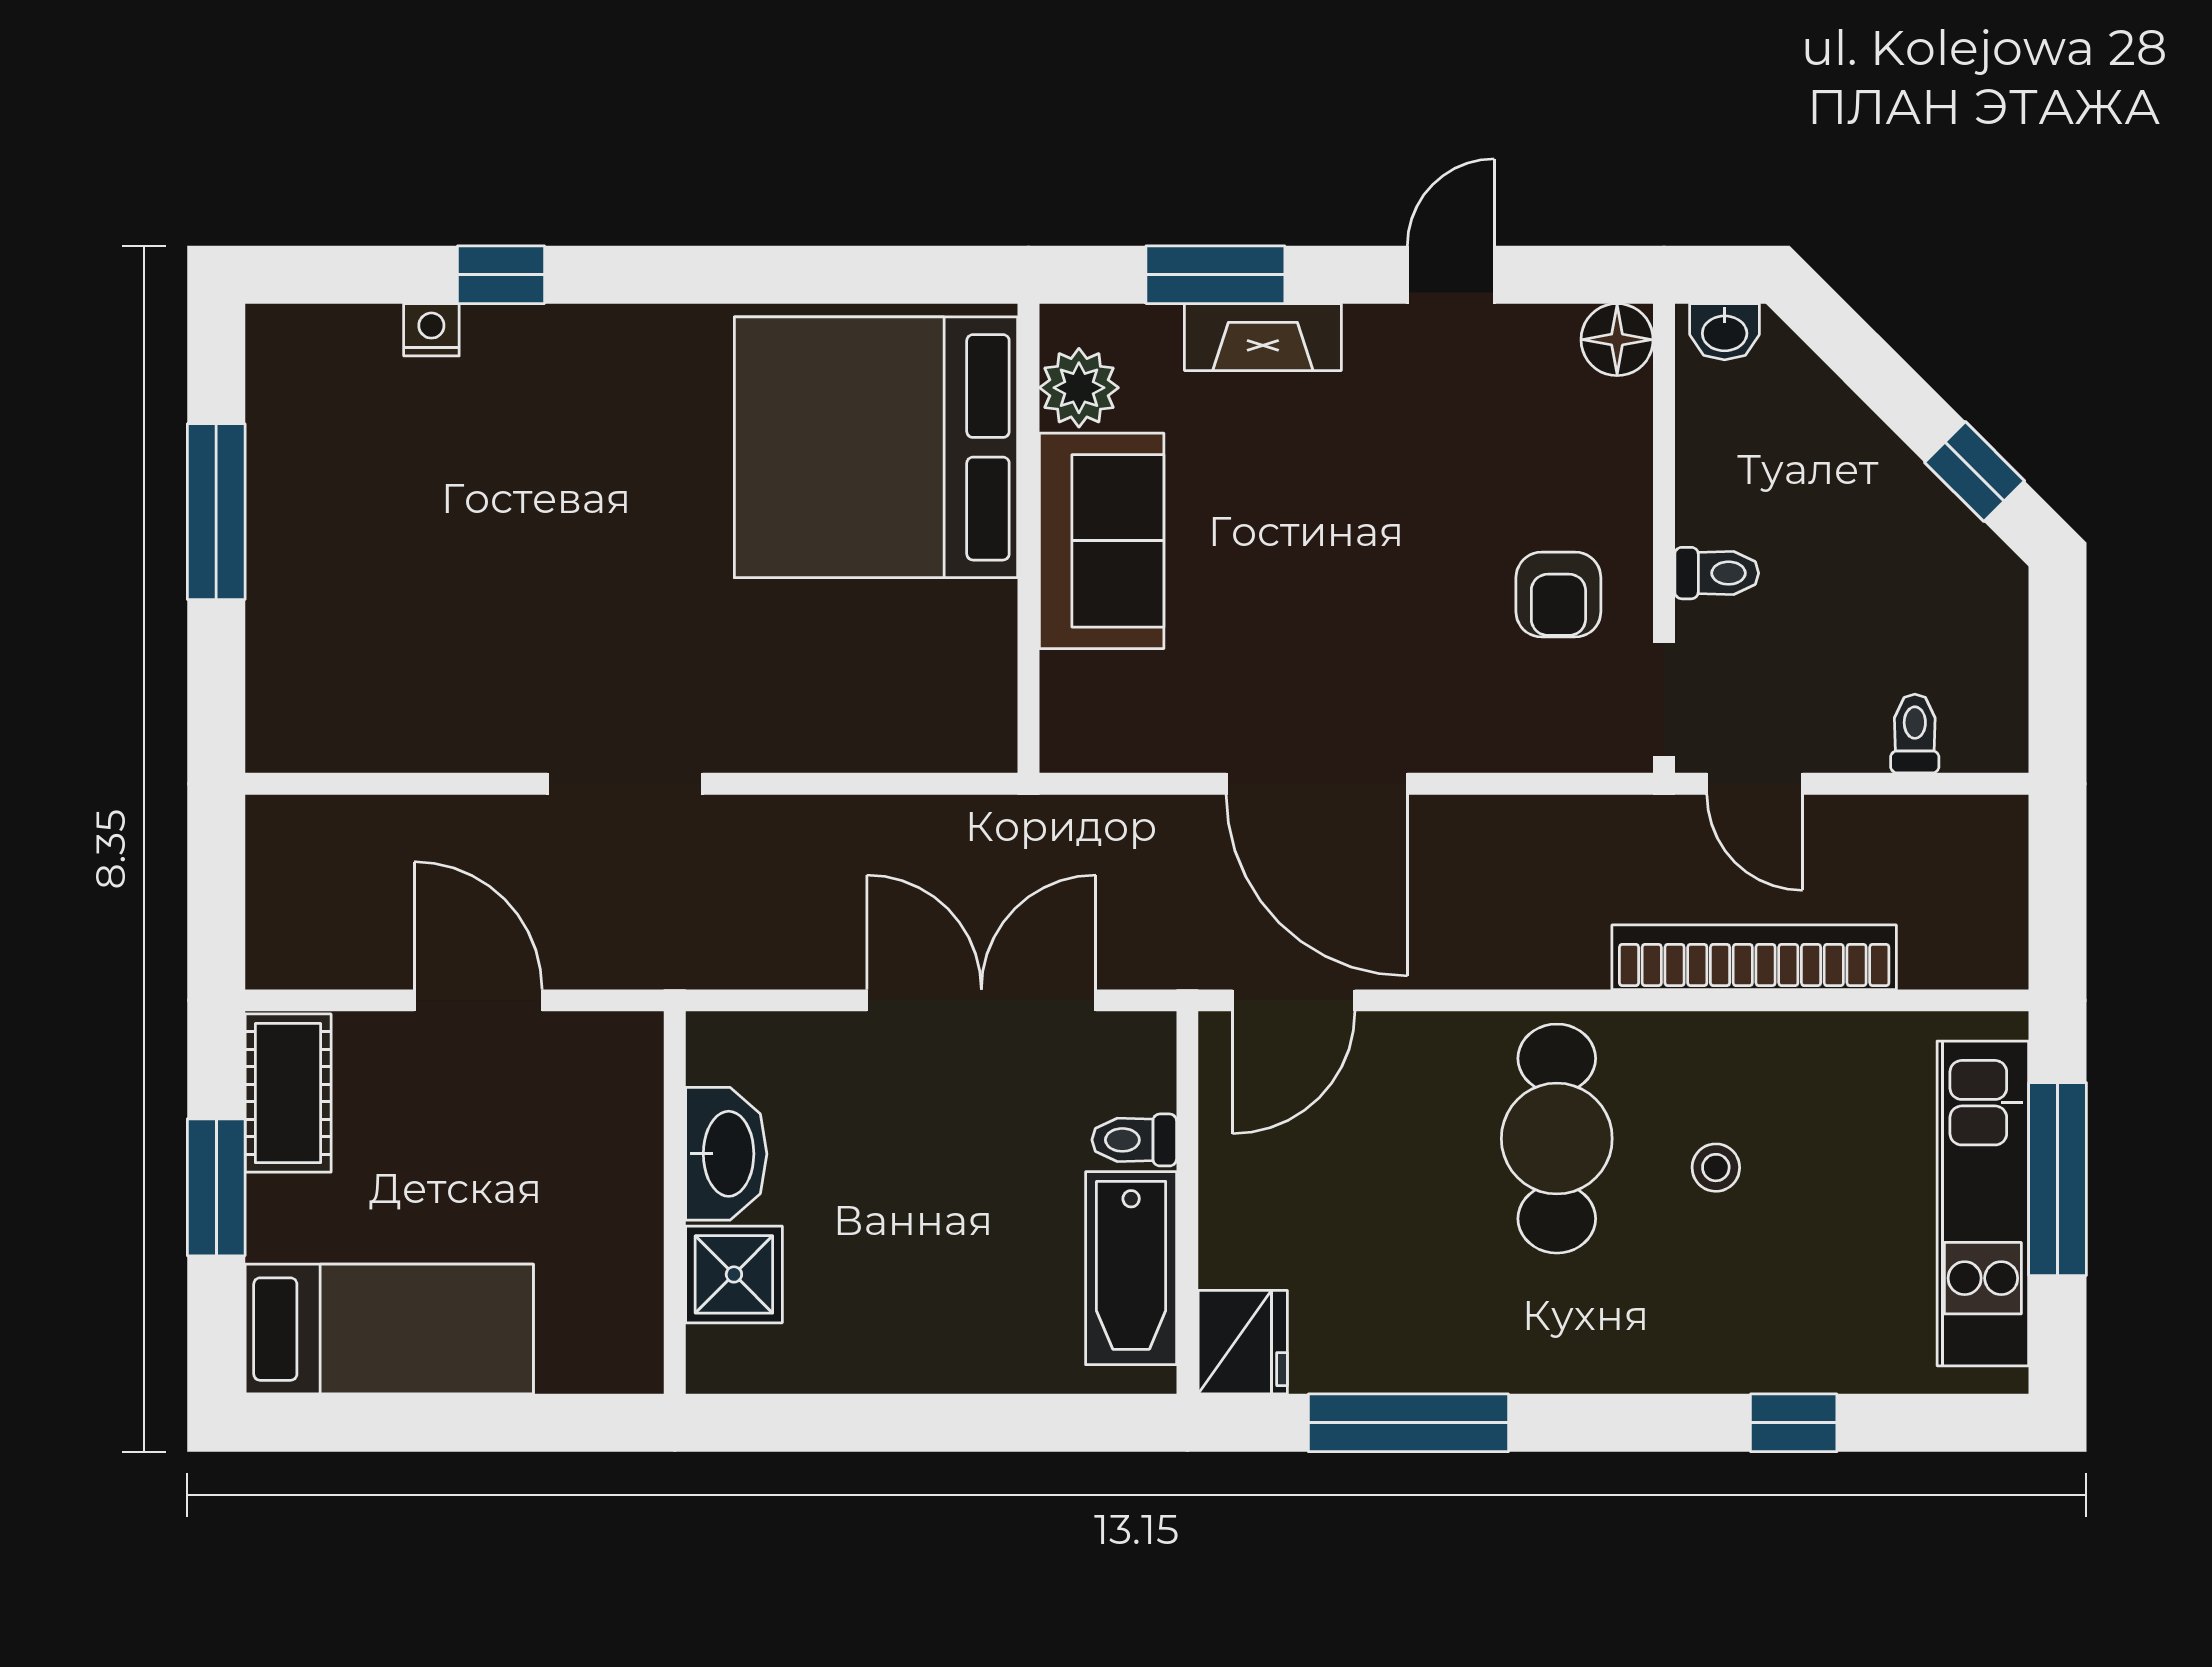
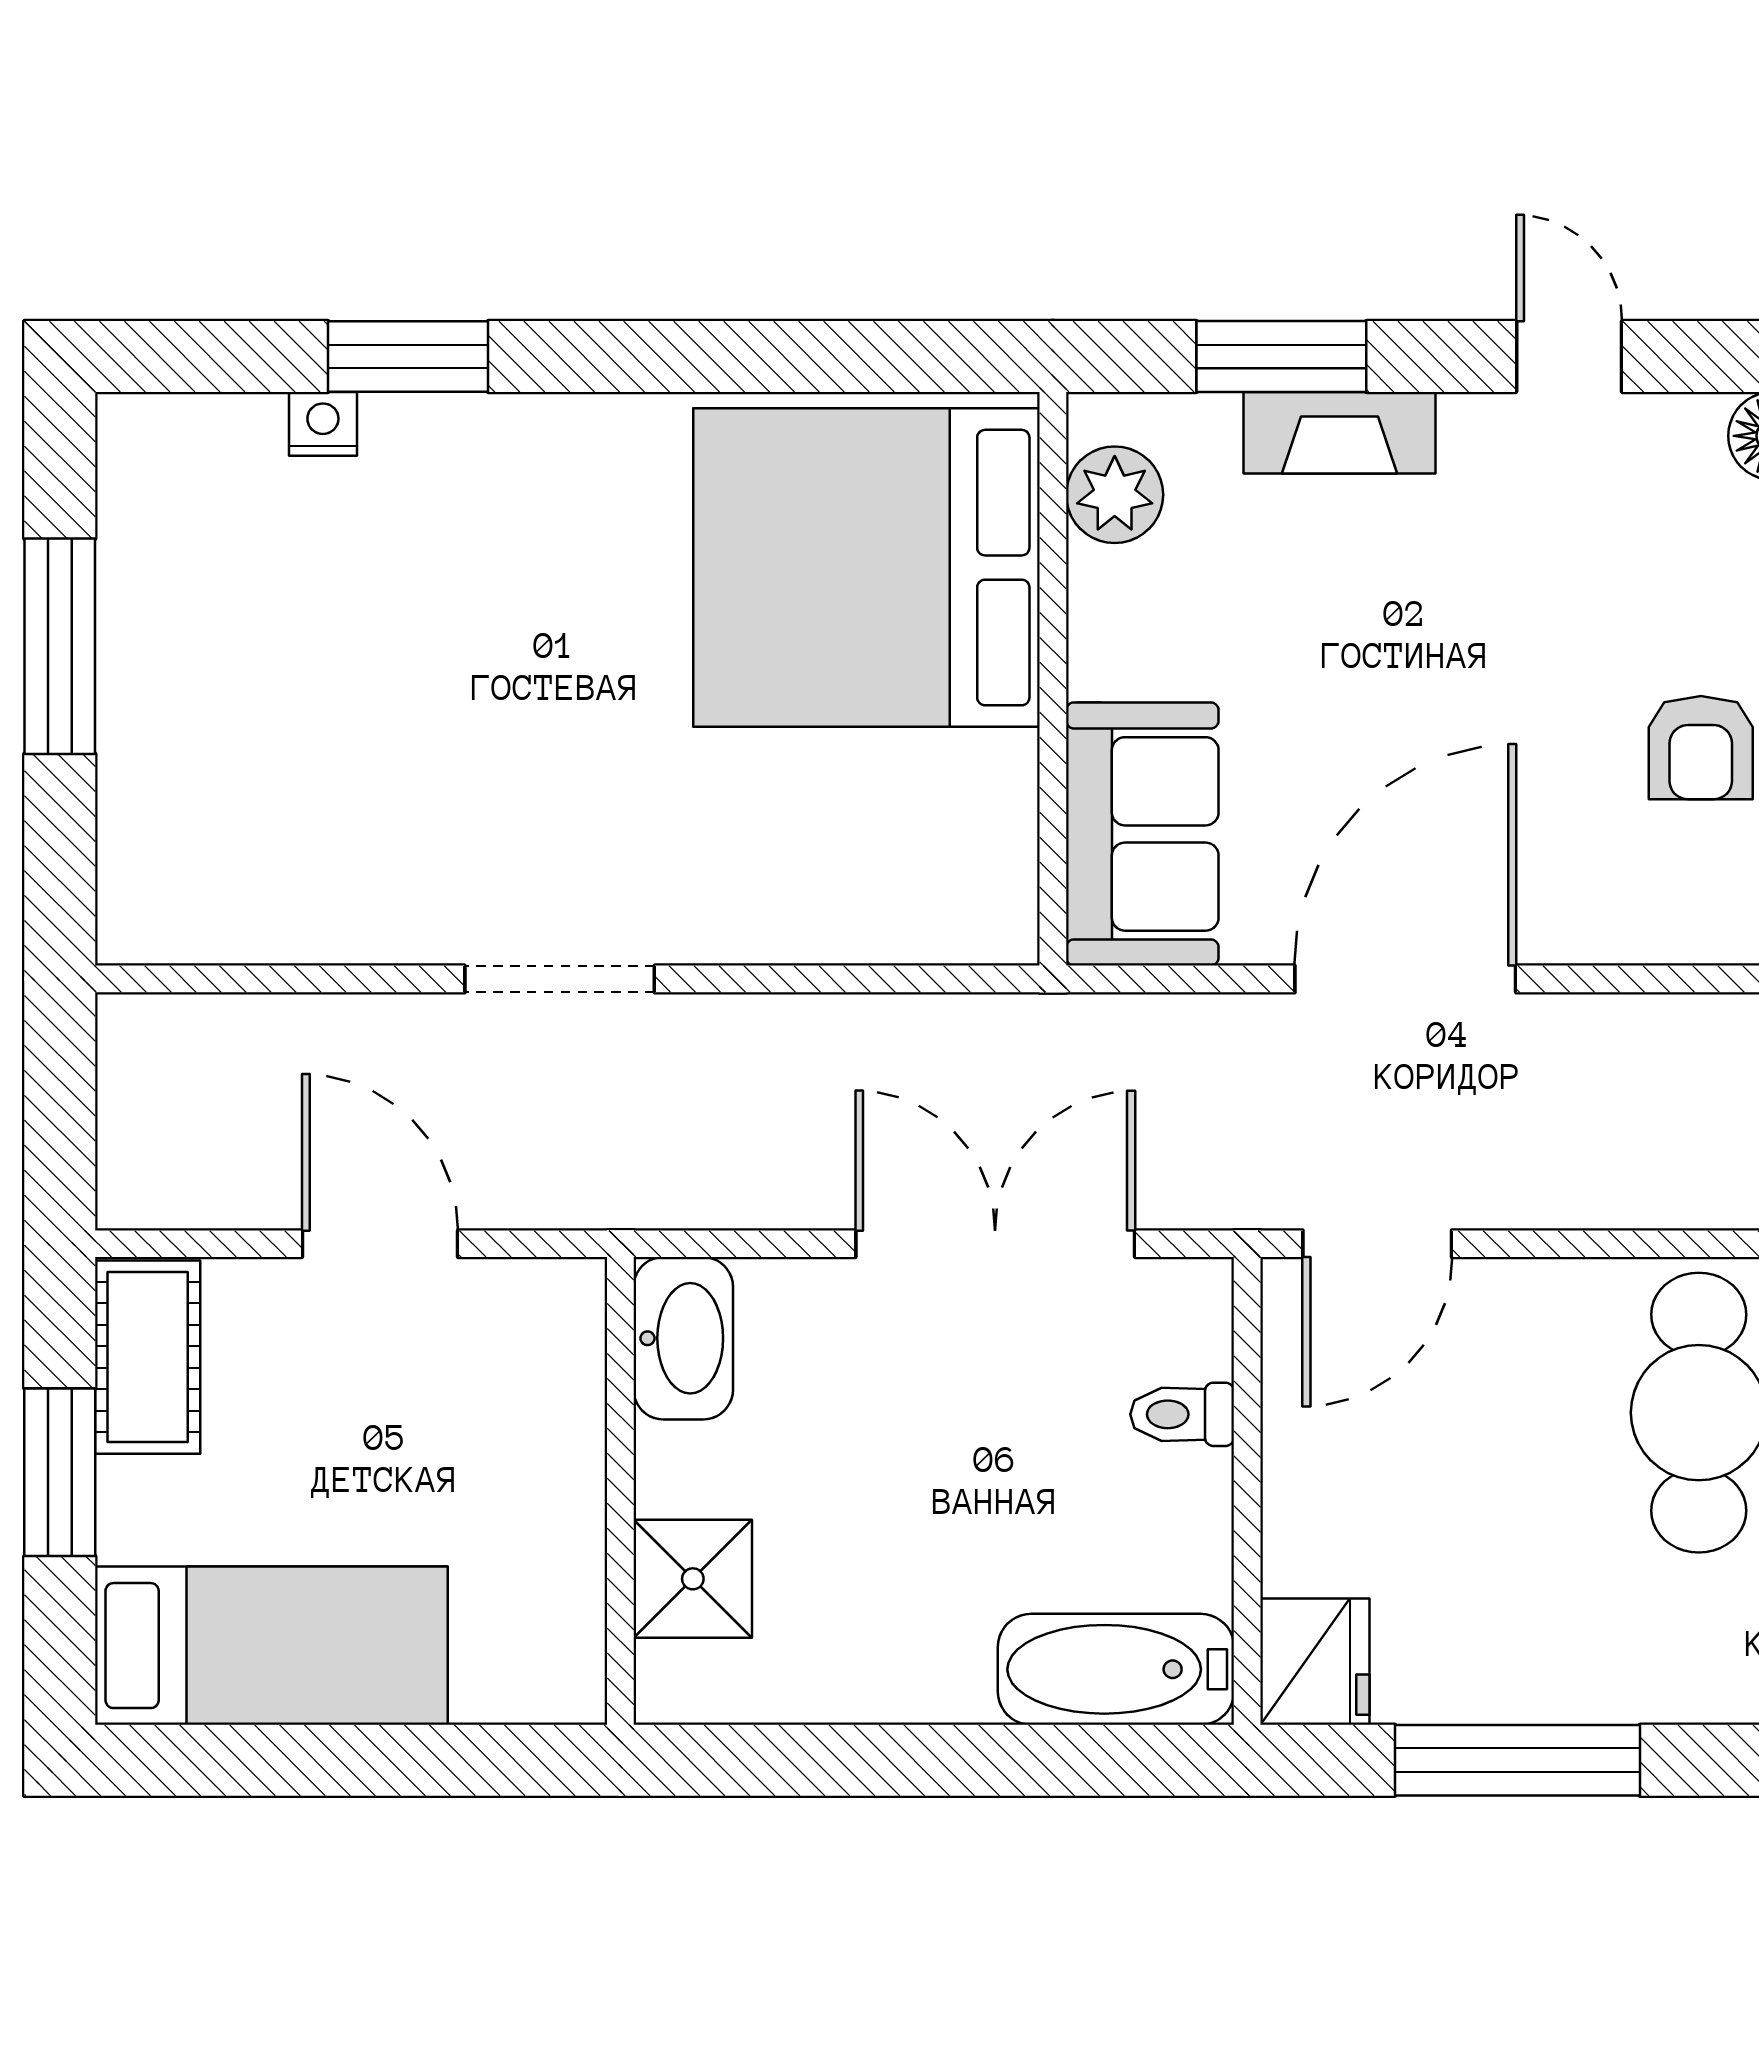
window: (501, 275) -> (408, 356), width x1.50
door: (1451, 275) -> (1569, 356), hinge flipped
sofa: (1102, 541) -> (1142, 834), moved
door: (1317, 784) -> (1405, 979), swing flipped
washbasin: (726, 1154) -> (683, 1338), moved
bathtub: (1131, 1268) -> (1116, 1669), moved, turned 90

